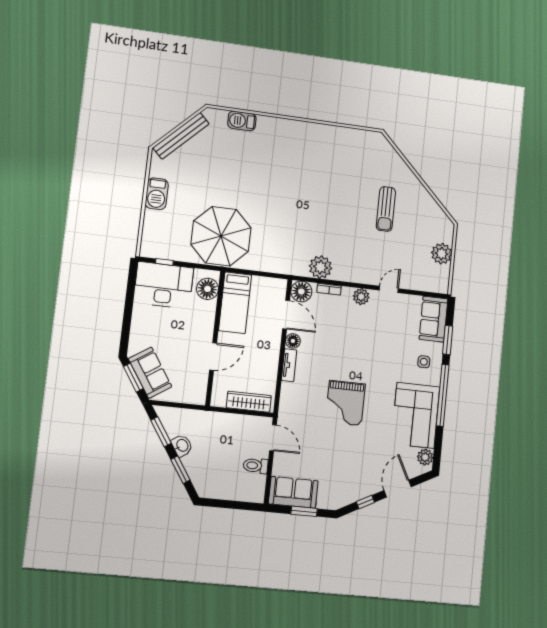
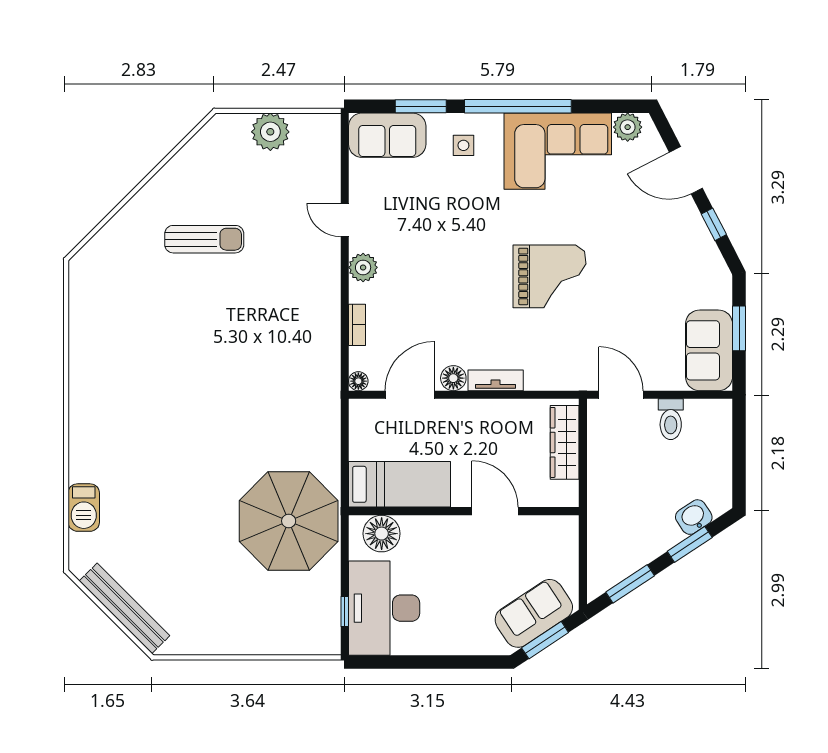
barbecue: (157, 194) -> (230, 638), removed
plant: (320, 267) -> (321, 344), removed
floor lamp: (301, 292) -> (358, 381), width x0.53, depth x0.53
door: (273, 438) -> (621, 395), hinge flipped
washbasin: (182, 446) -> (694, 517), moved

